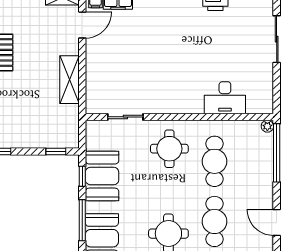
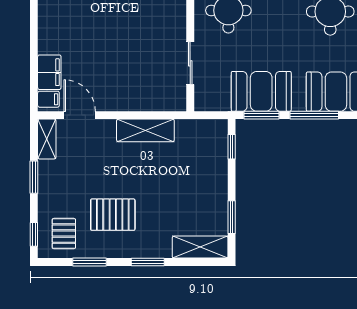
window: (82, 176) -> (261, 115), width x1.50

